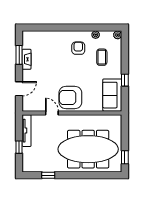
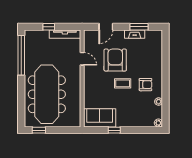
coffee table: (102, 57) -> (123, 83), moved
door: (19, 89) -> (106, 27), hinge flipped
armchair: (70, 98) -> (115, 60), moved
door: (52, 113) -> (82, 59), hinge flipped
window: (48, 175) -> (21, 55), width x3.17

